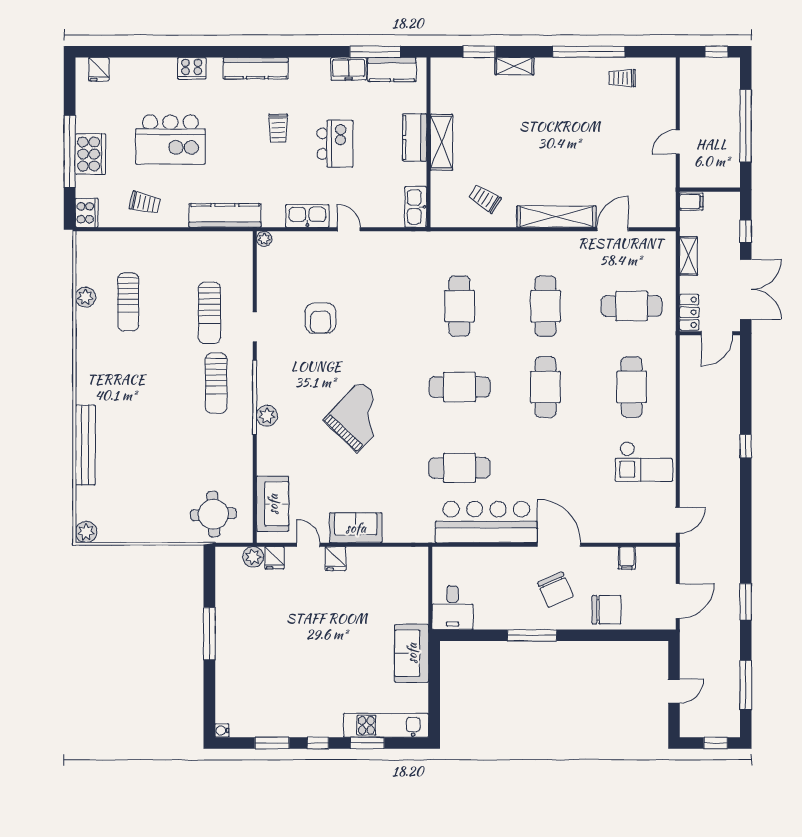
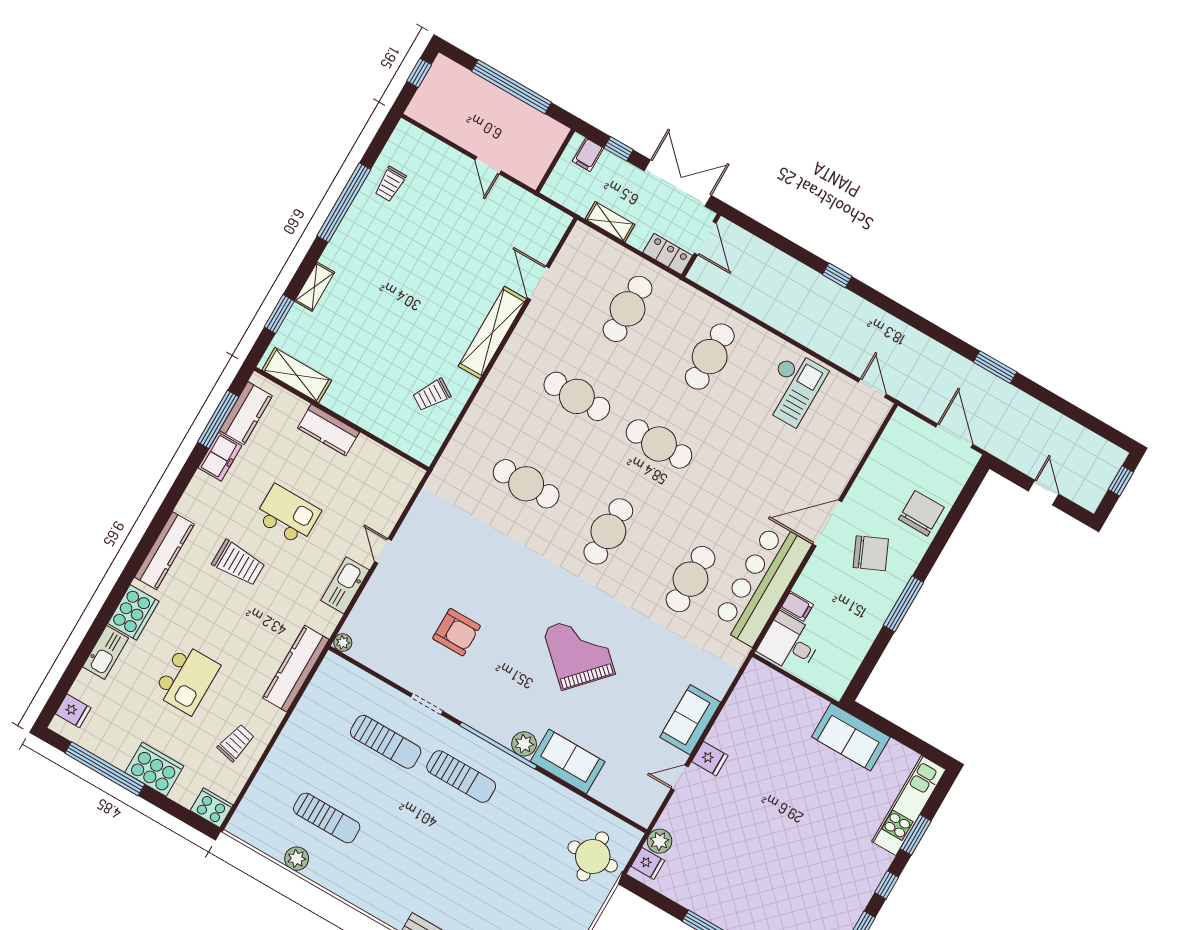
cooker: (192, 68) -> (133, 612), width x1.37, depth x1.31
trolley: (278, 128) -> (239, 563), width x1.36, depth x1.39
kitchen island: (170, 140) -> (187, 679), width x0.73, depth x0.78
shelving: (441, 142) -> (297, 375), moved
window: (70, 151) -> (105, 769), moved
filing cabinet: (691, 202) -> (588, 155), moved, turned 180
kitchen sink: (416, 207) -> (106, 652), moved, turned -90
door: (349, 229) -> (383, 551), hinge flipped
cafe table: (632, 387) -> (710, 357), turned 90
sofa: (273, 504) -> (568, 761), moved
fridge: (275, 558) -> (648, 863), moved
filing cabinet: (627, 558) -> (797, 606), moved
desk: (453, 608) -> (790, 643), moved, turned 180
window: (746, 685) -> (1080, 416), removed

